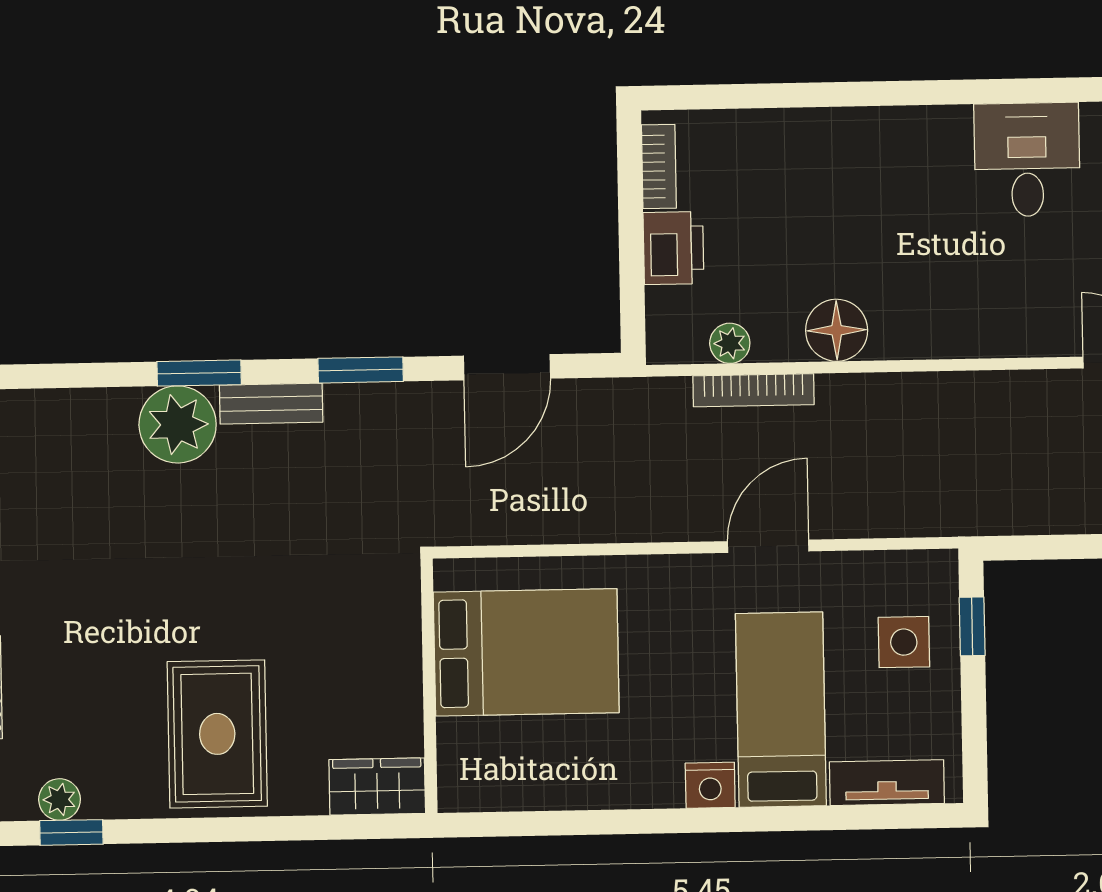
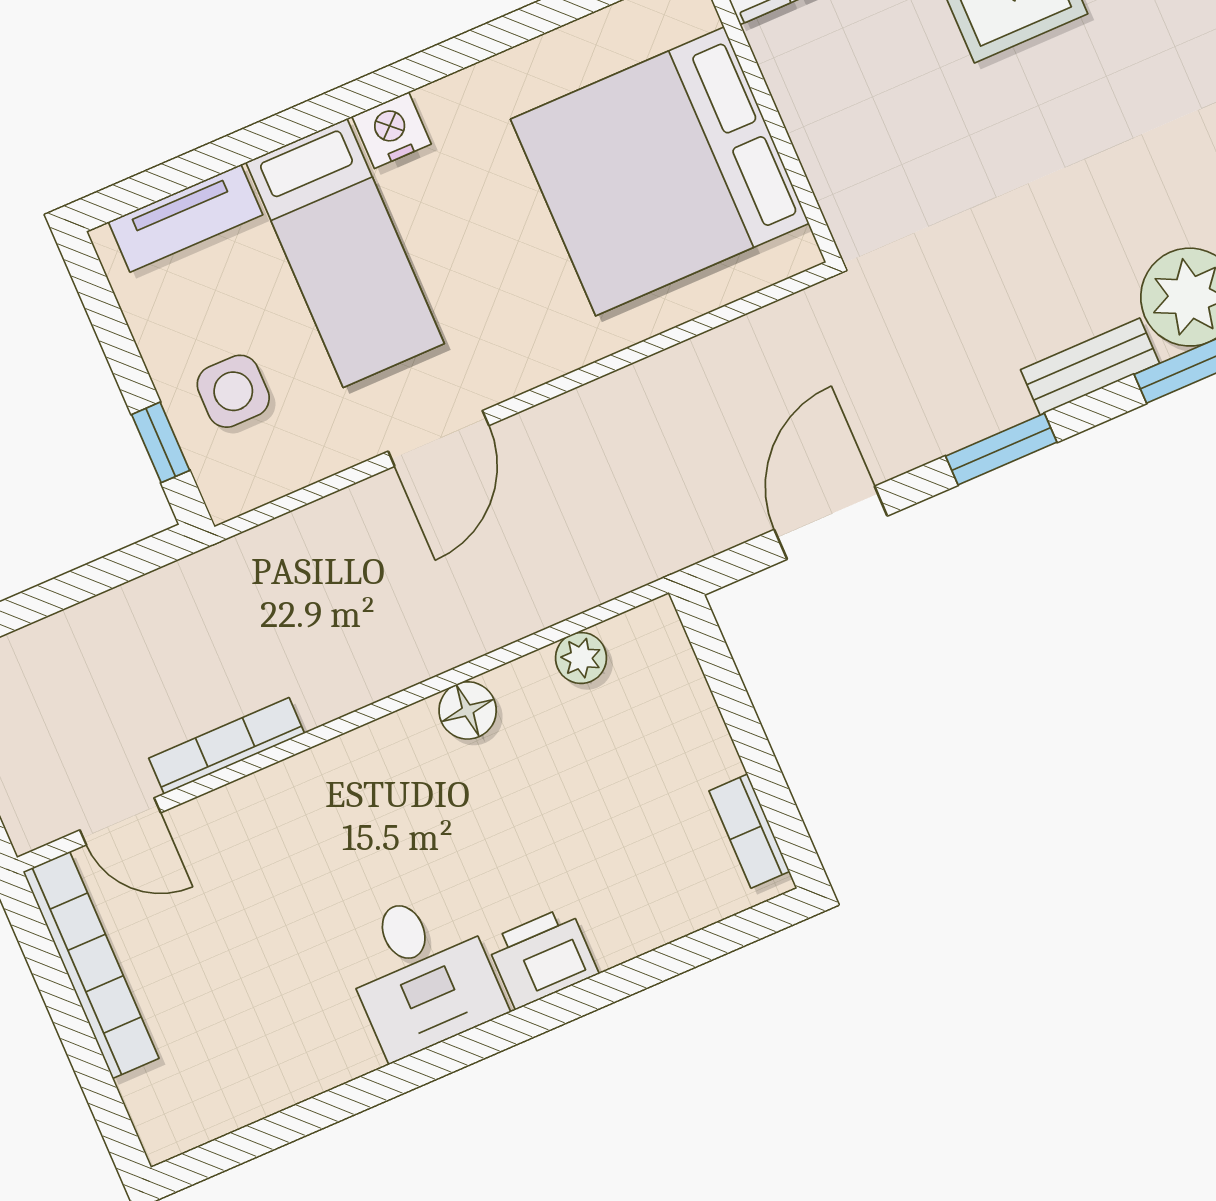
desk: (1027, 160) -> (421, 973), moved
printer: (673, 248) -> (542, 957), moved, turned 90
floor lamp: (837, 330) -> (468, 710), width x0.73, depth x0.73
bookcase: (754, 390) -> (227, 746), moved
bed: (526, 652) -> (660, 171), width x1.36

